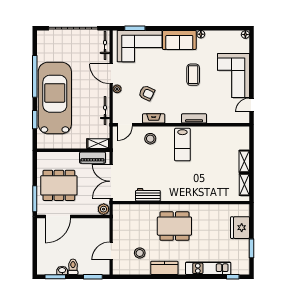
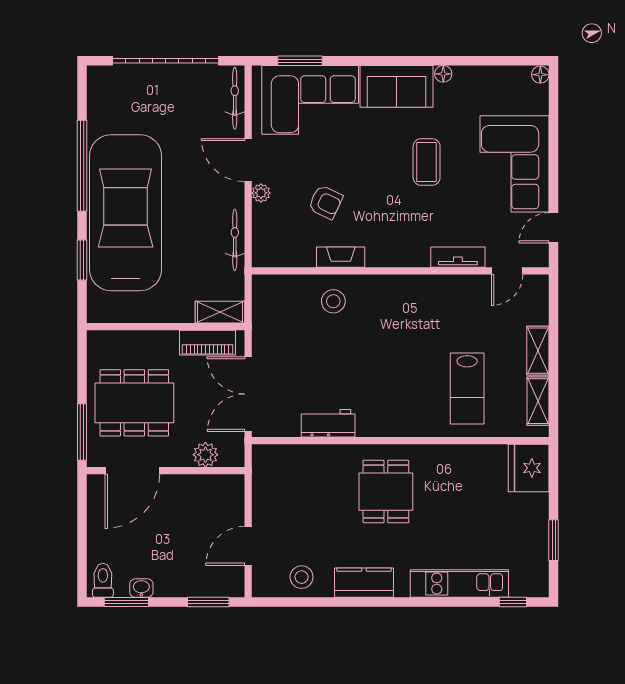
tv unit: (194, 118) -> (458, 257), moved
door: (125, 125) -> (507, 271), moved
lab bench: (182, 145) -> (467, 388), moved
plant: (104, 209) -> (205, 455), moved
dining table: (174, 226) -> (386, 492), width x0.73
fridge: (240, 228) -> (529, 468), moved
stool: (140, 253) -> (302, 577), moved
toilet: (73, 267) -> (103, 580), moved

